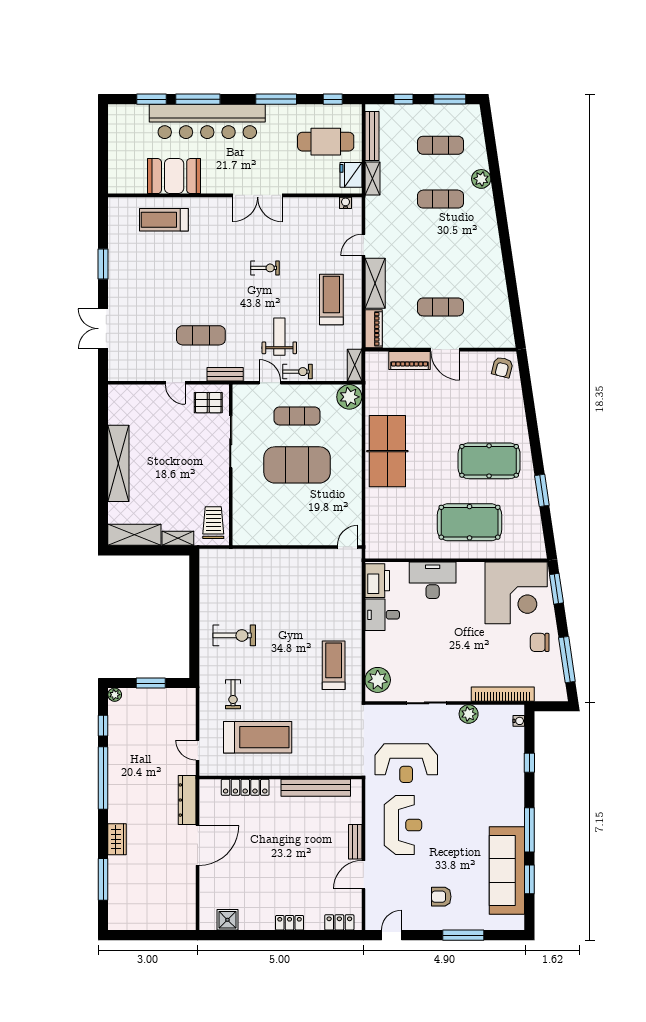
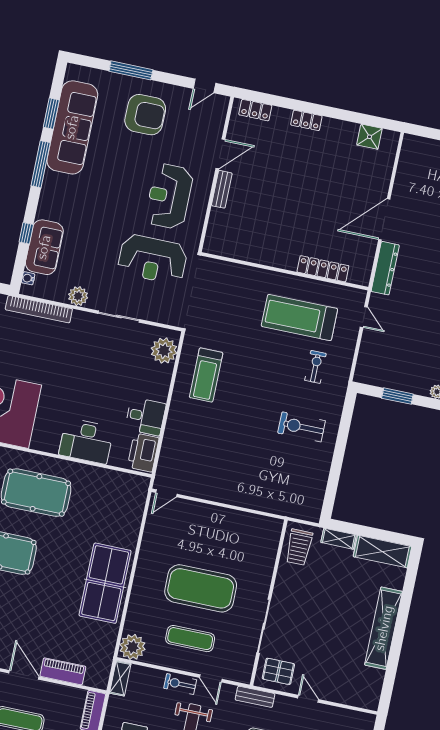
sofa: (510, 753) -> (44, 247), added
reception desk: (406, 763) -> (153, 259), turned 180
bench: (316, 788) -> (251, 253), removed
armchair: (441, 897) -> (145, 115), width x1.88, depth x1.88

